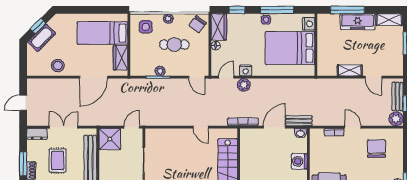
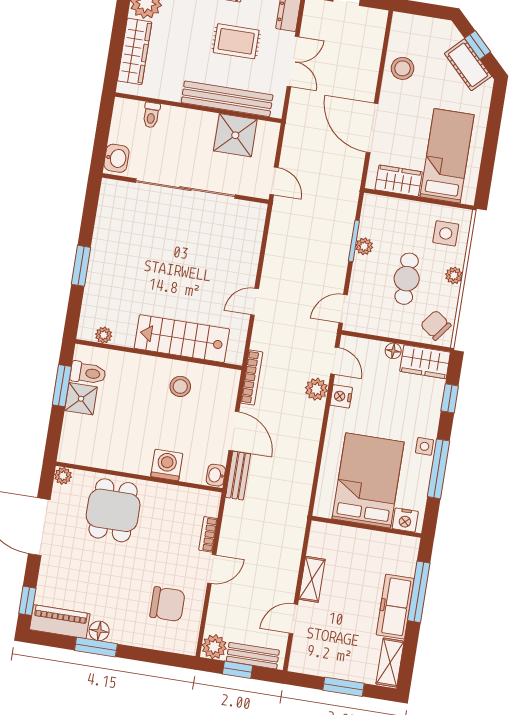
cot: (42, 38) -> (468, 65), moved
shower: (110, 139) -> (235, 135), moved
stool: (254, 161) -> (180, 386), added

